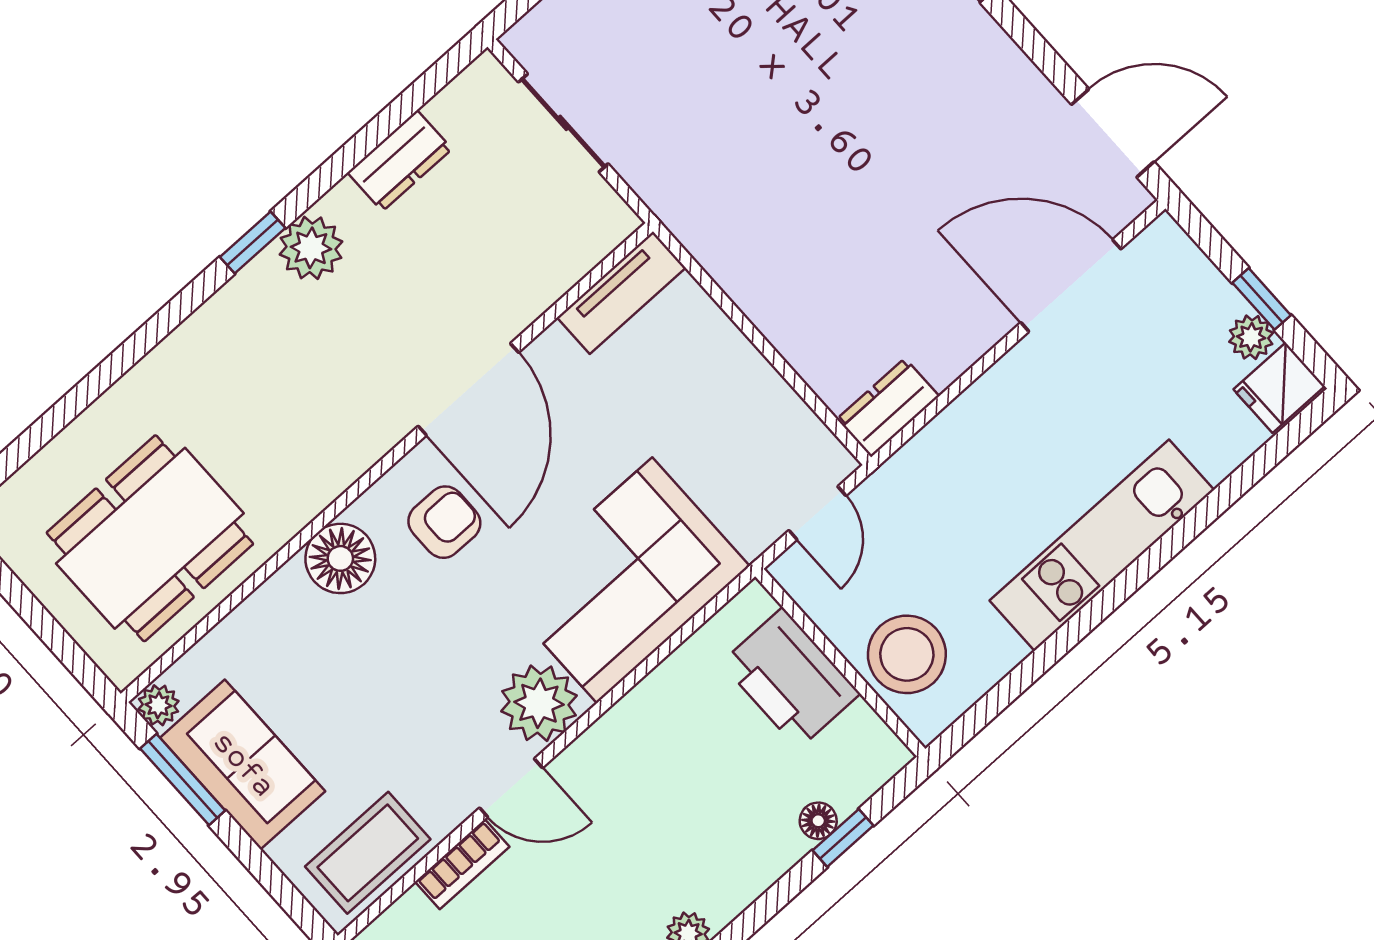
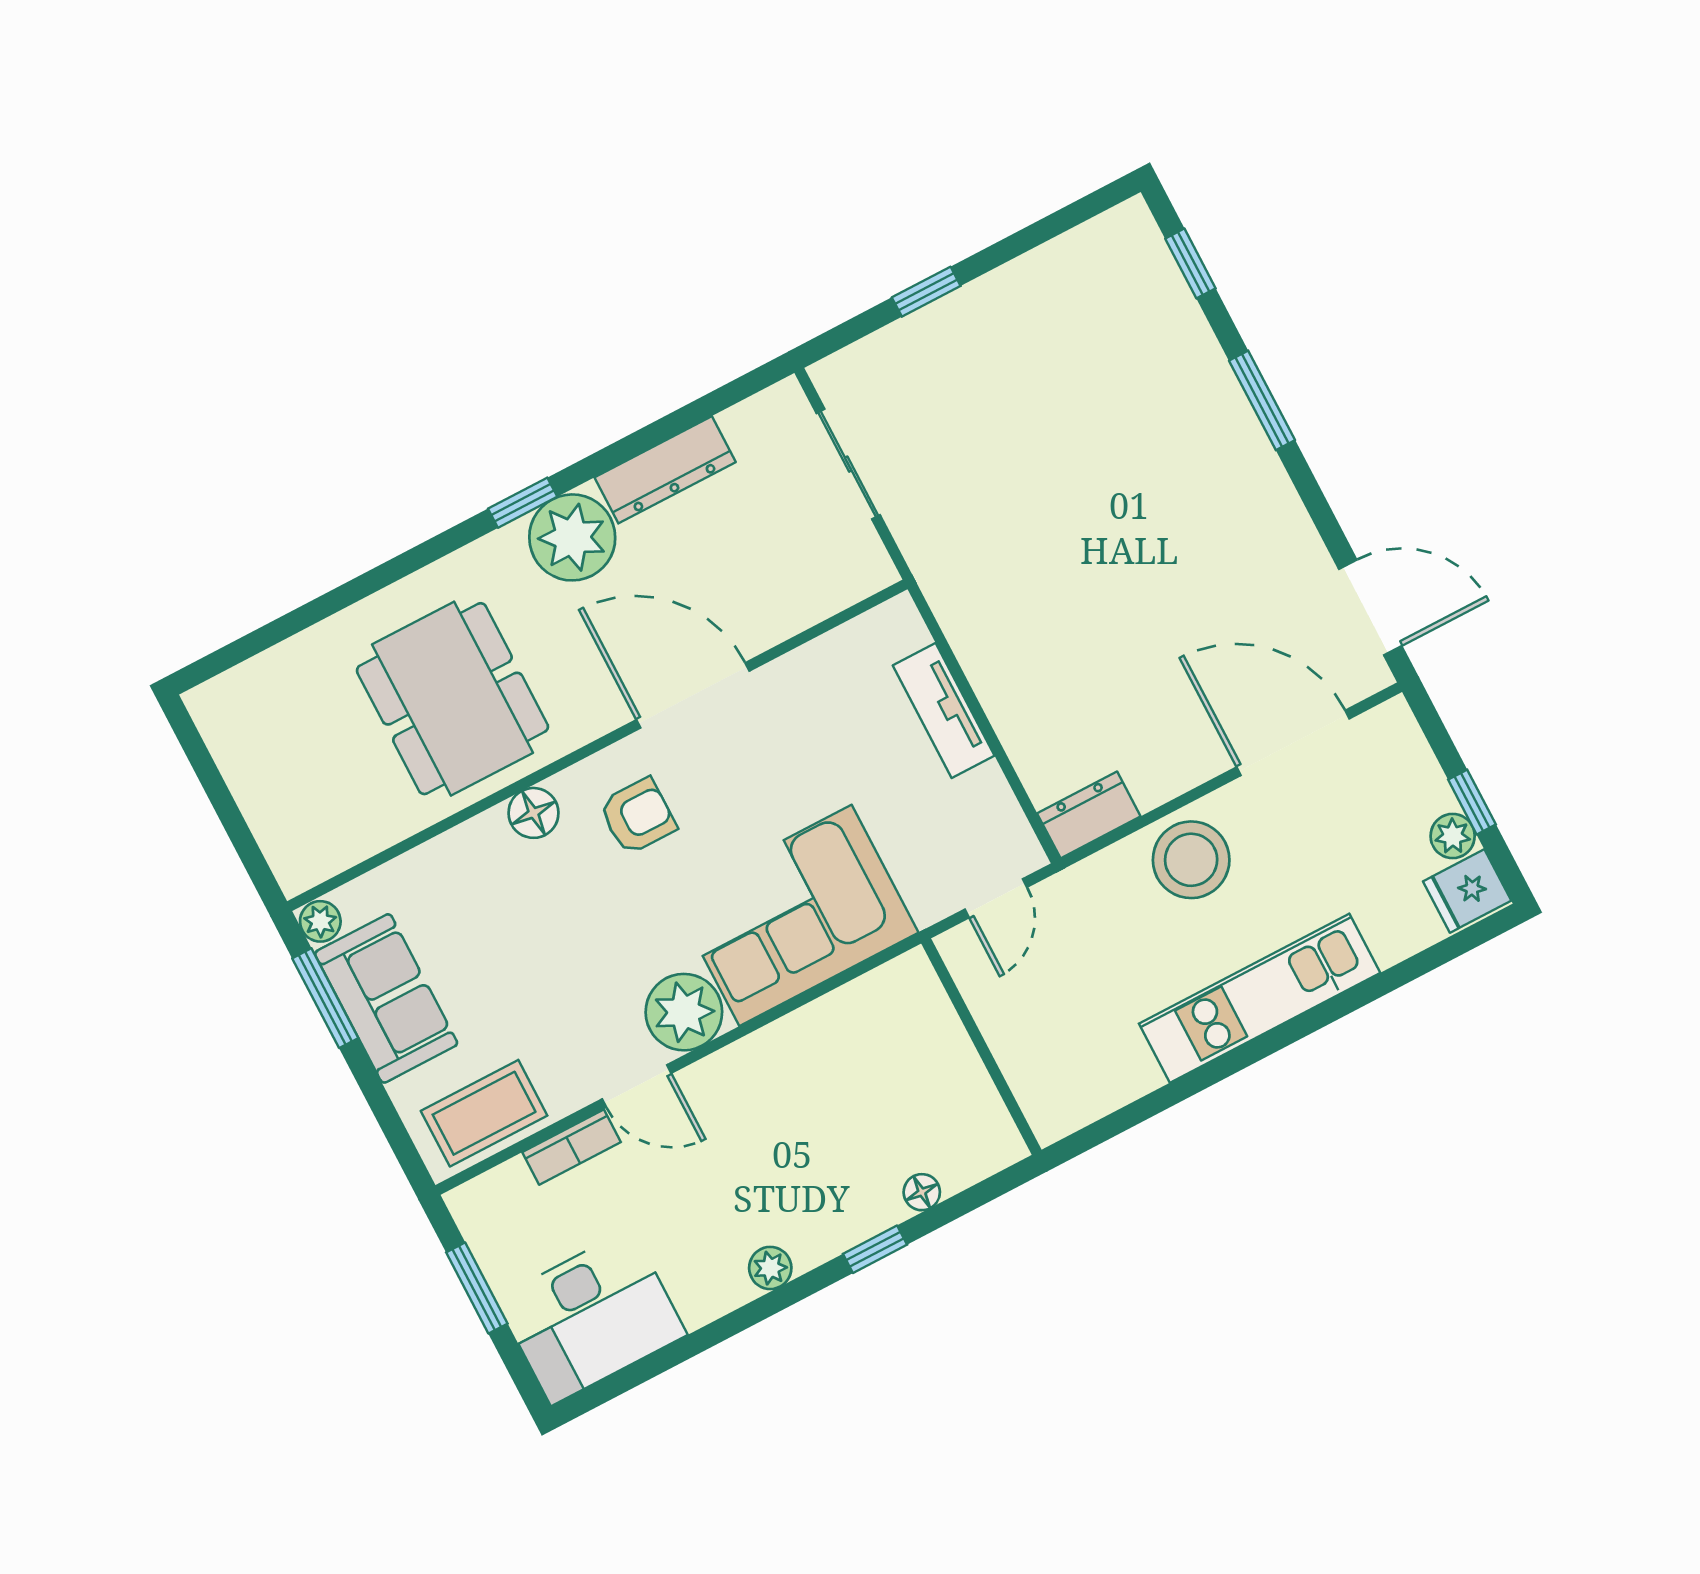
dresser: (400, 161) -> (665, 470), width x1.44
plant: (311, 248) -> (572, 537), width x1.36, depth x1.36
tv unit: (621, 293) -> (944, 710), moved, turned 90
door: (468, 389) -> (693, 695), swing flipped
dining table: (150, 538) -> (452, 699), moved, turned 90
floor lamp: (340, 558) -> (534, 813), width x0.73, depth x0.73
stool: (907, 654) -> (1191, 860), moved
printer: (790, 678) -> (930, 1049), removed
window: (843, 838) -> (875, 1249), moved

